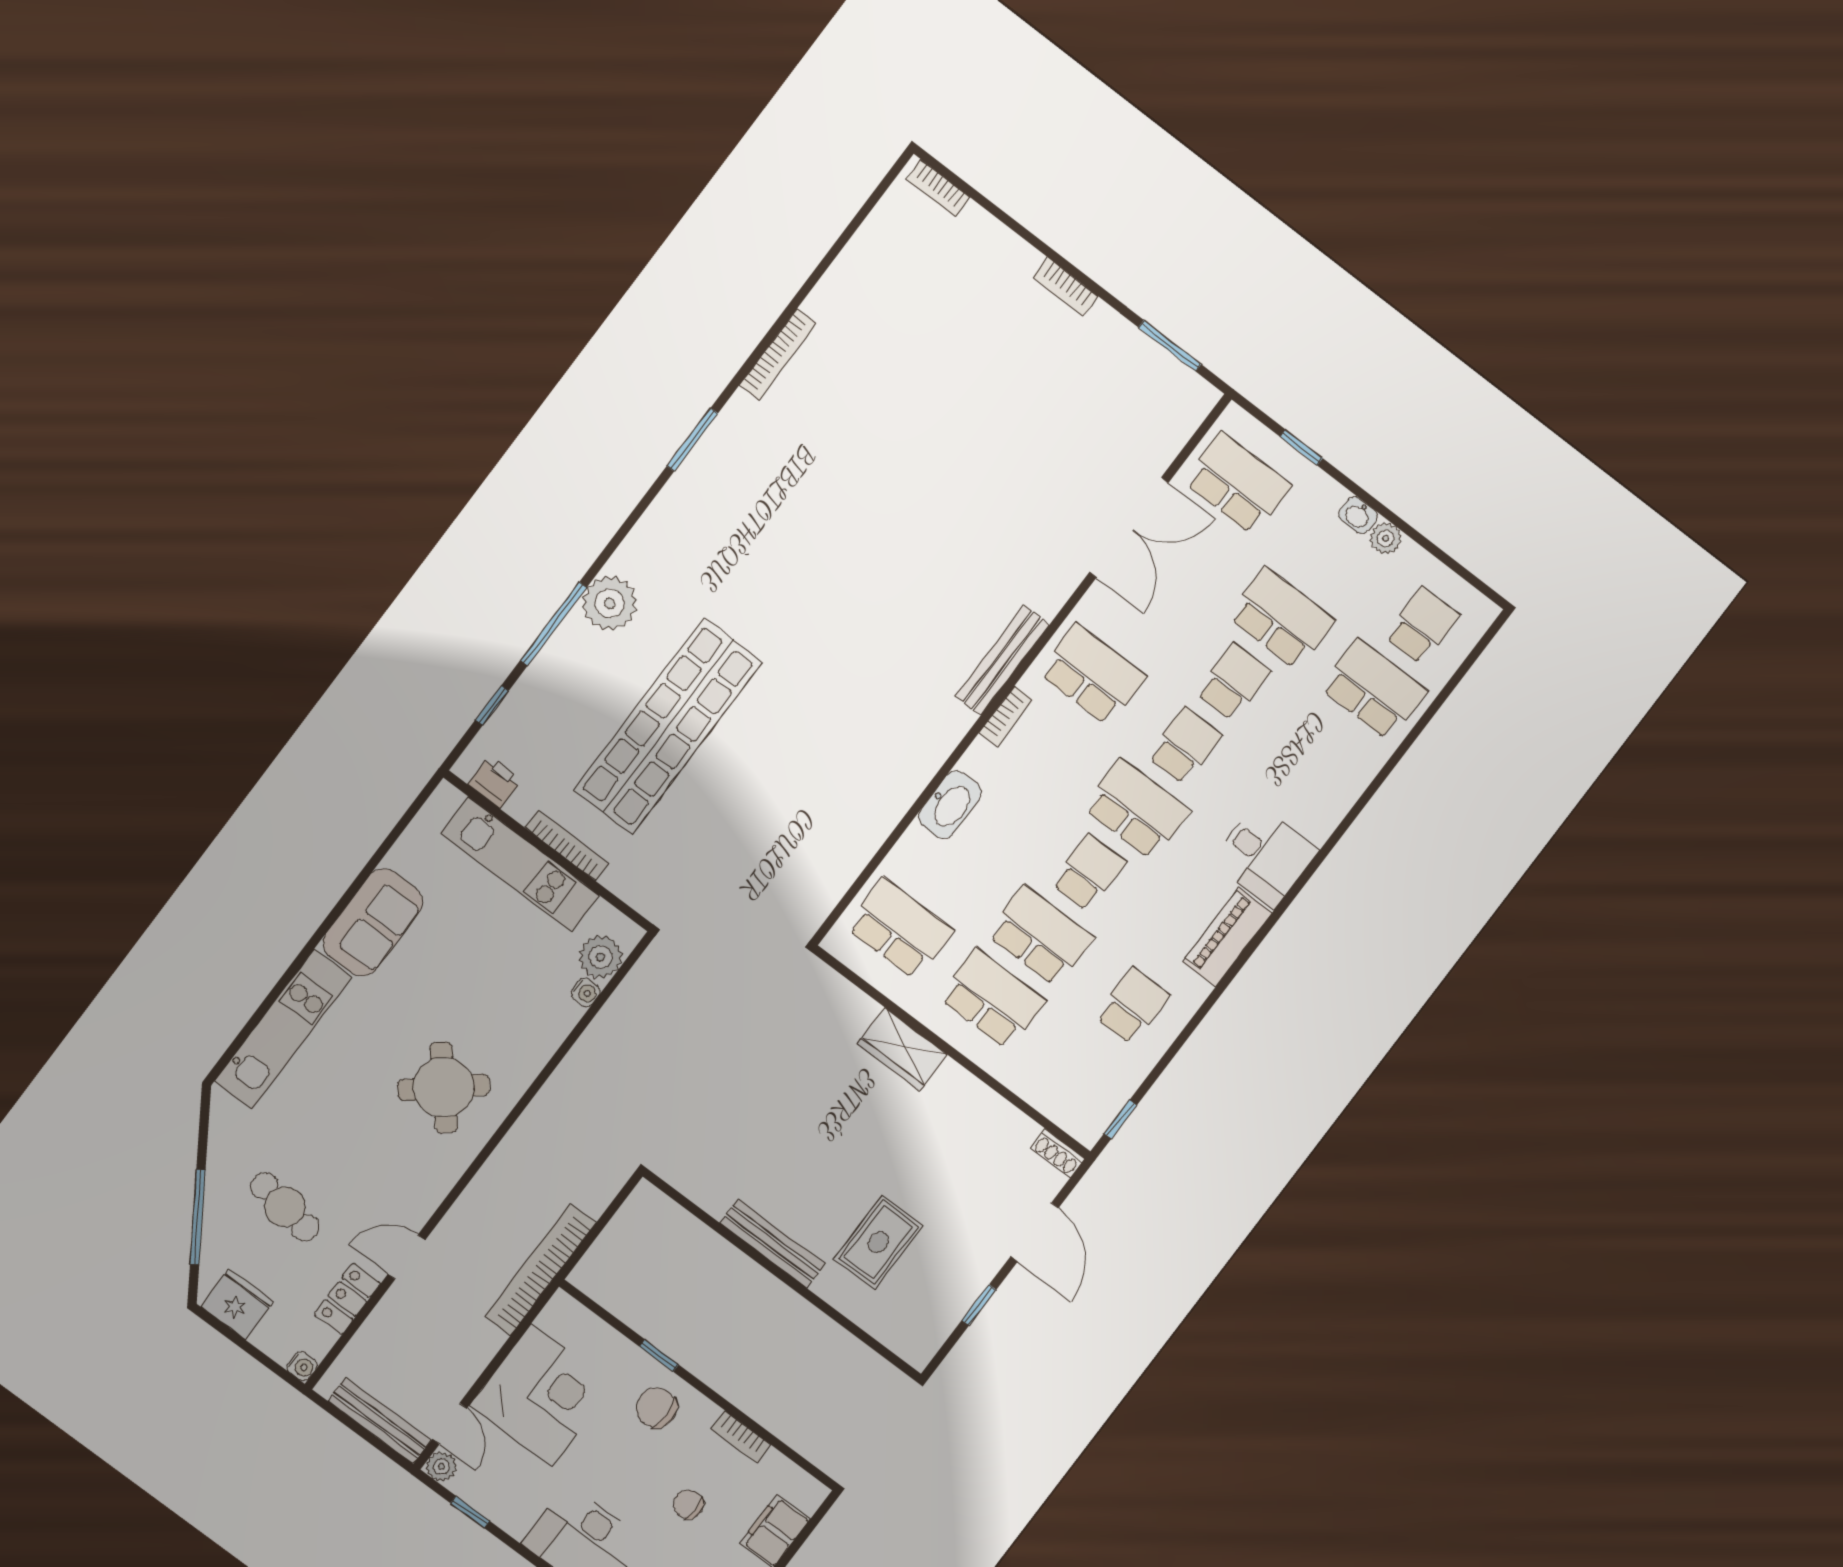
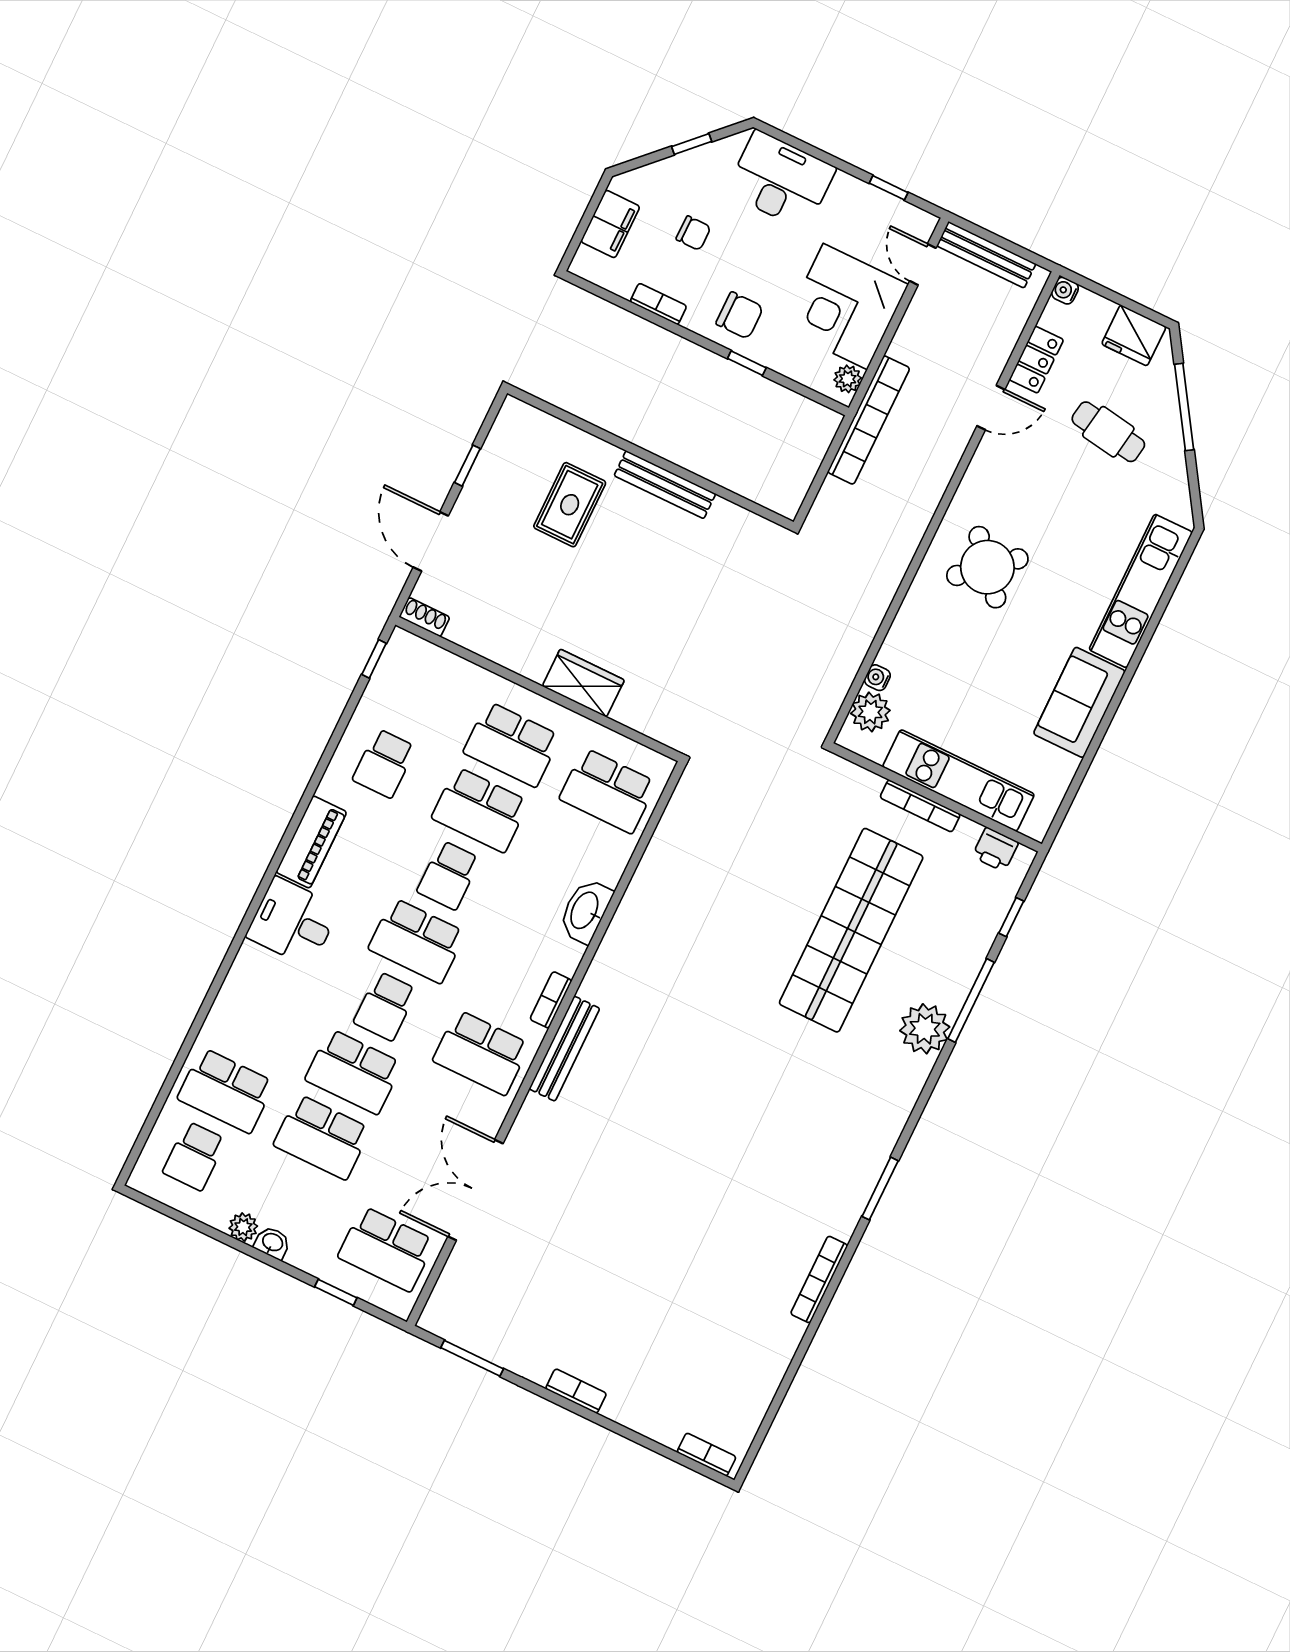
school desk: (1233, 682) -> (354, 1072), width x1.85
plant: (441, 1467) -> (848, 379), moved

